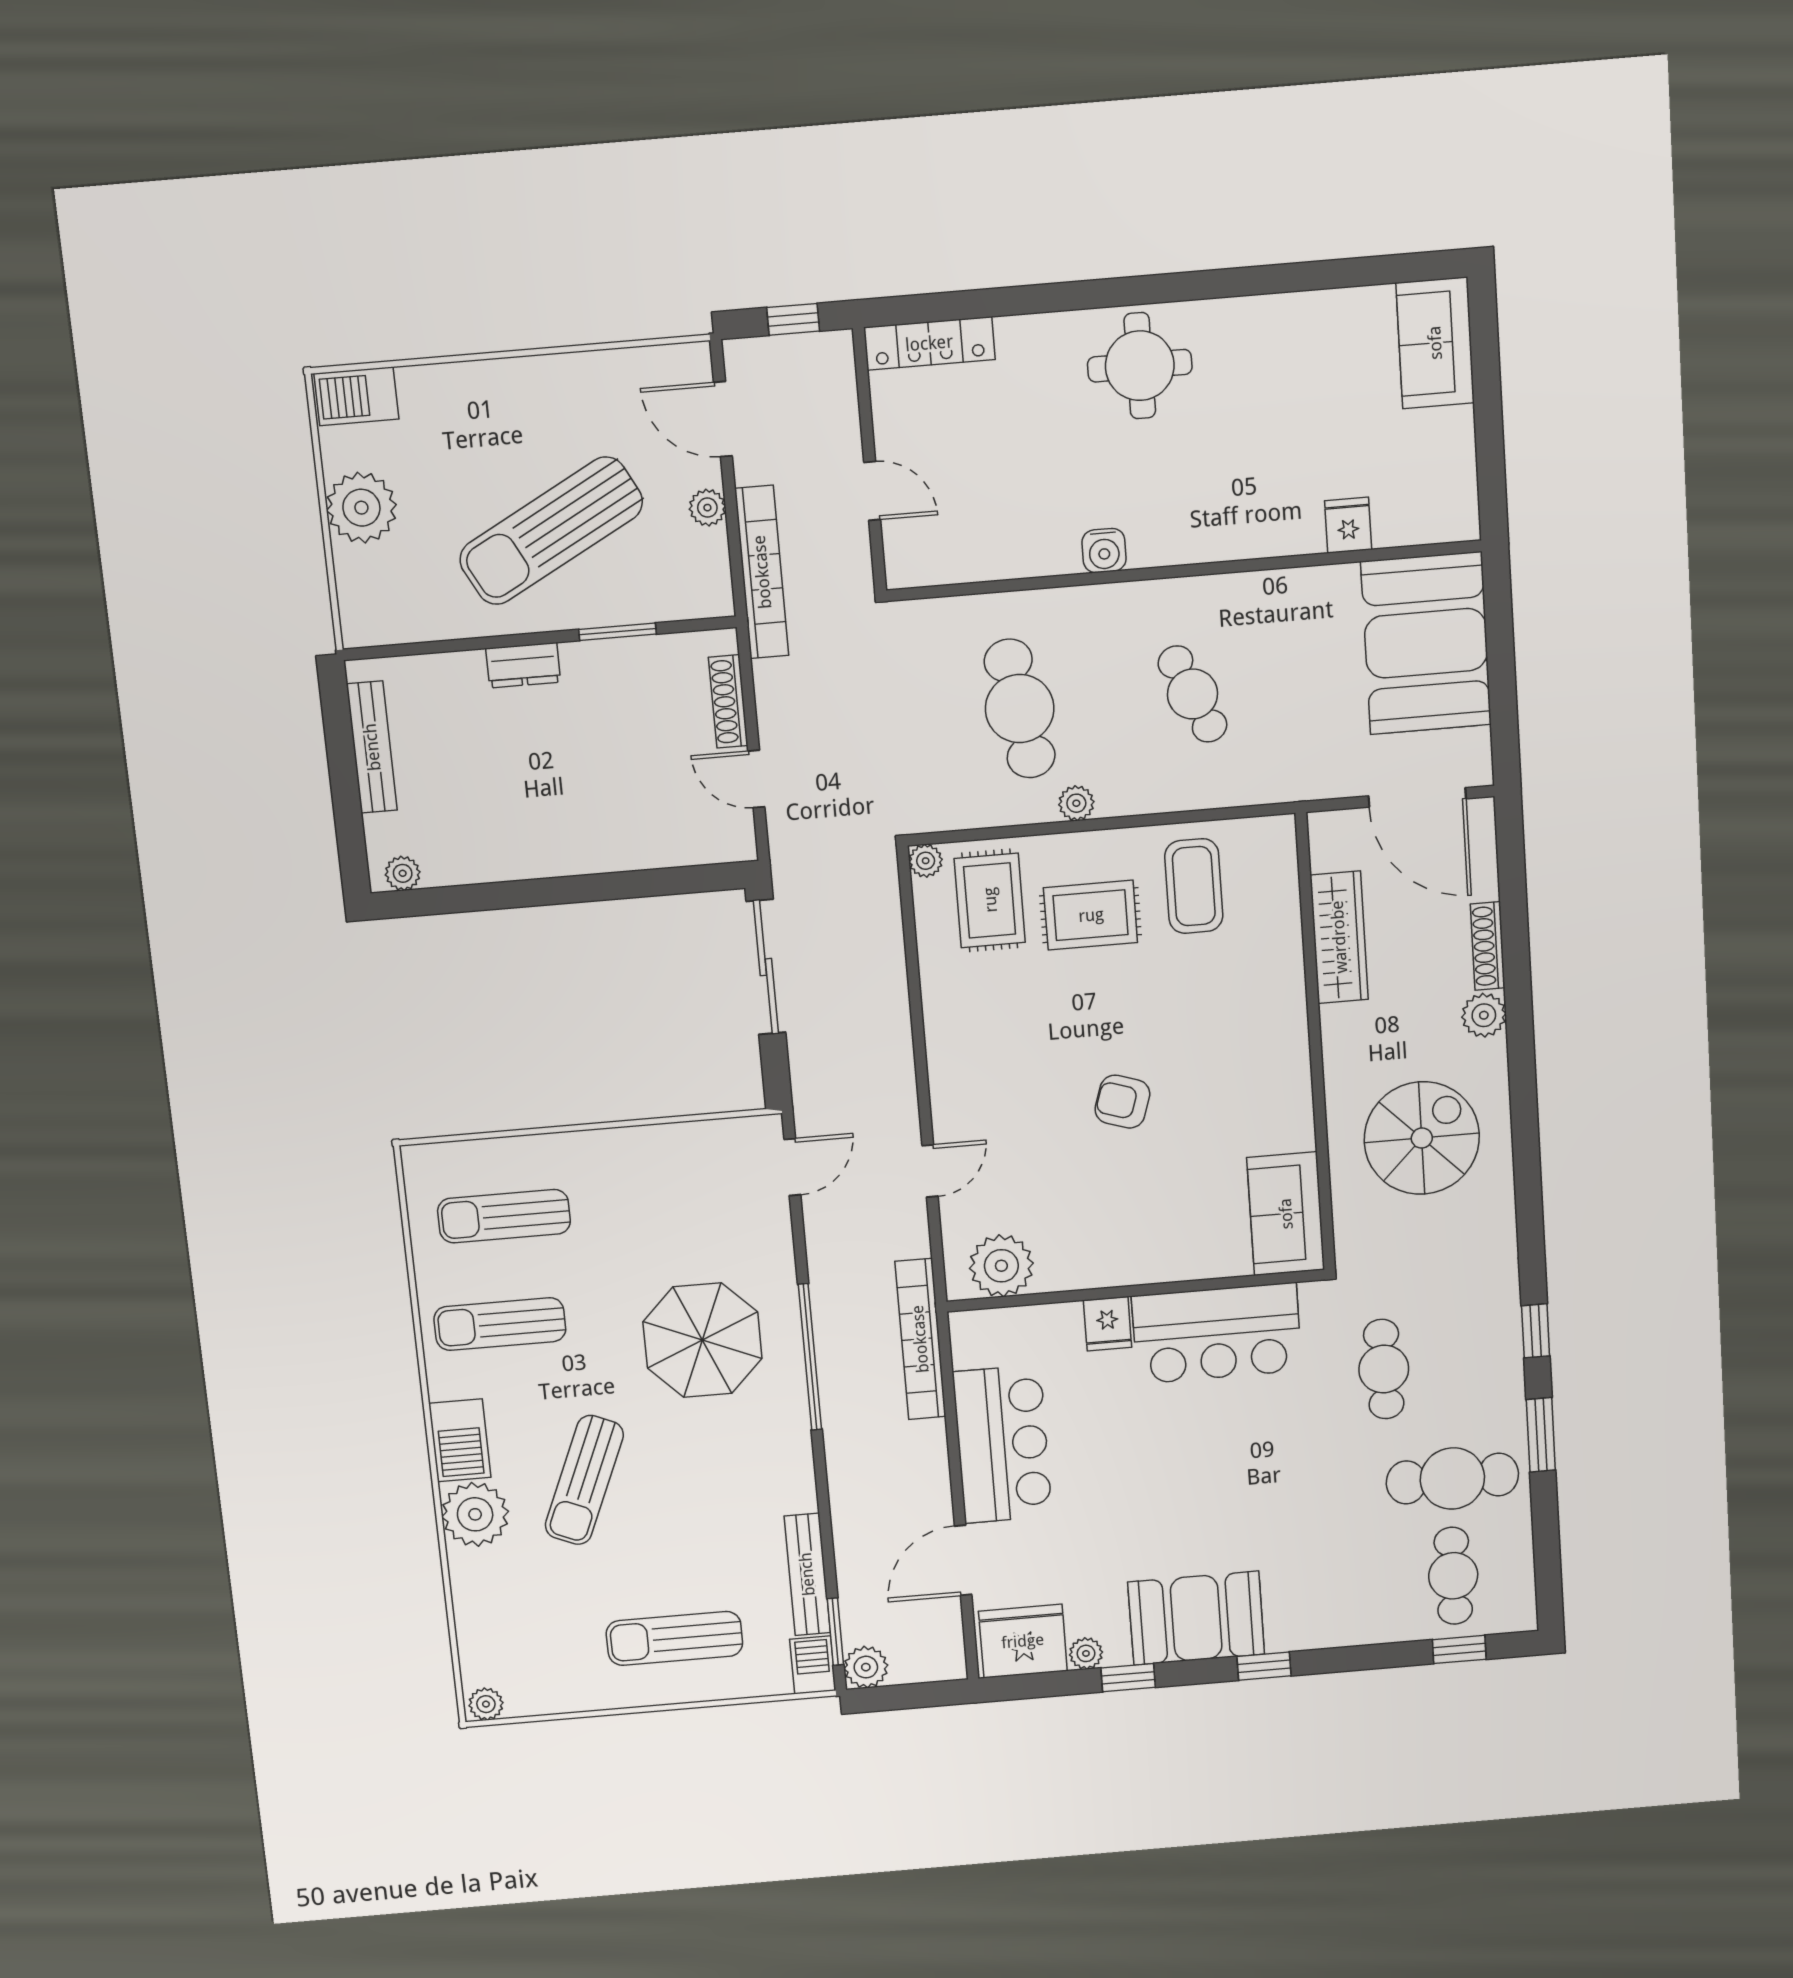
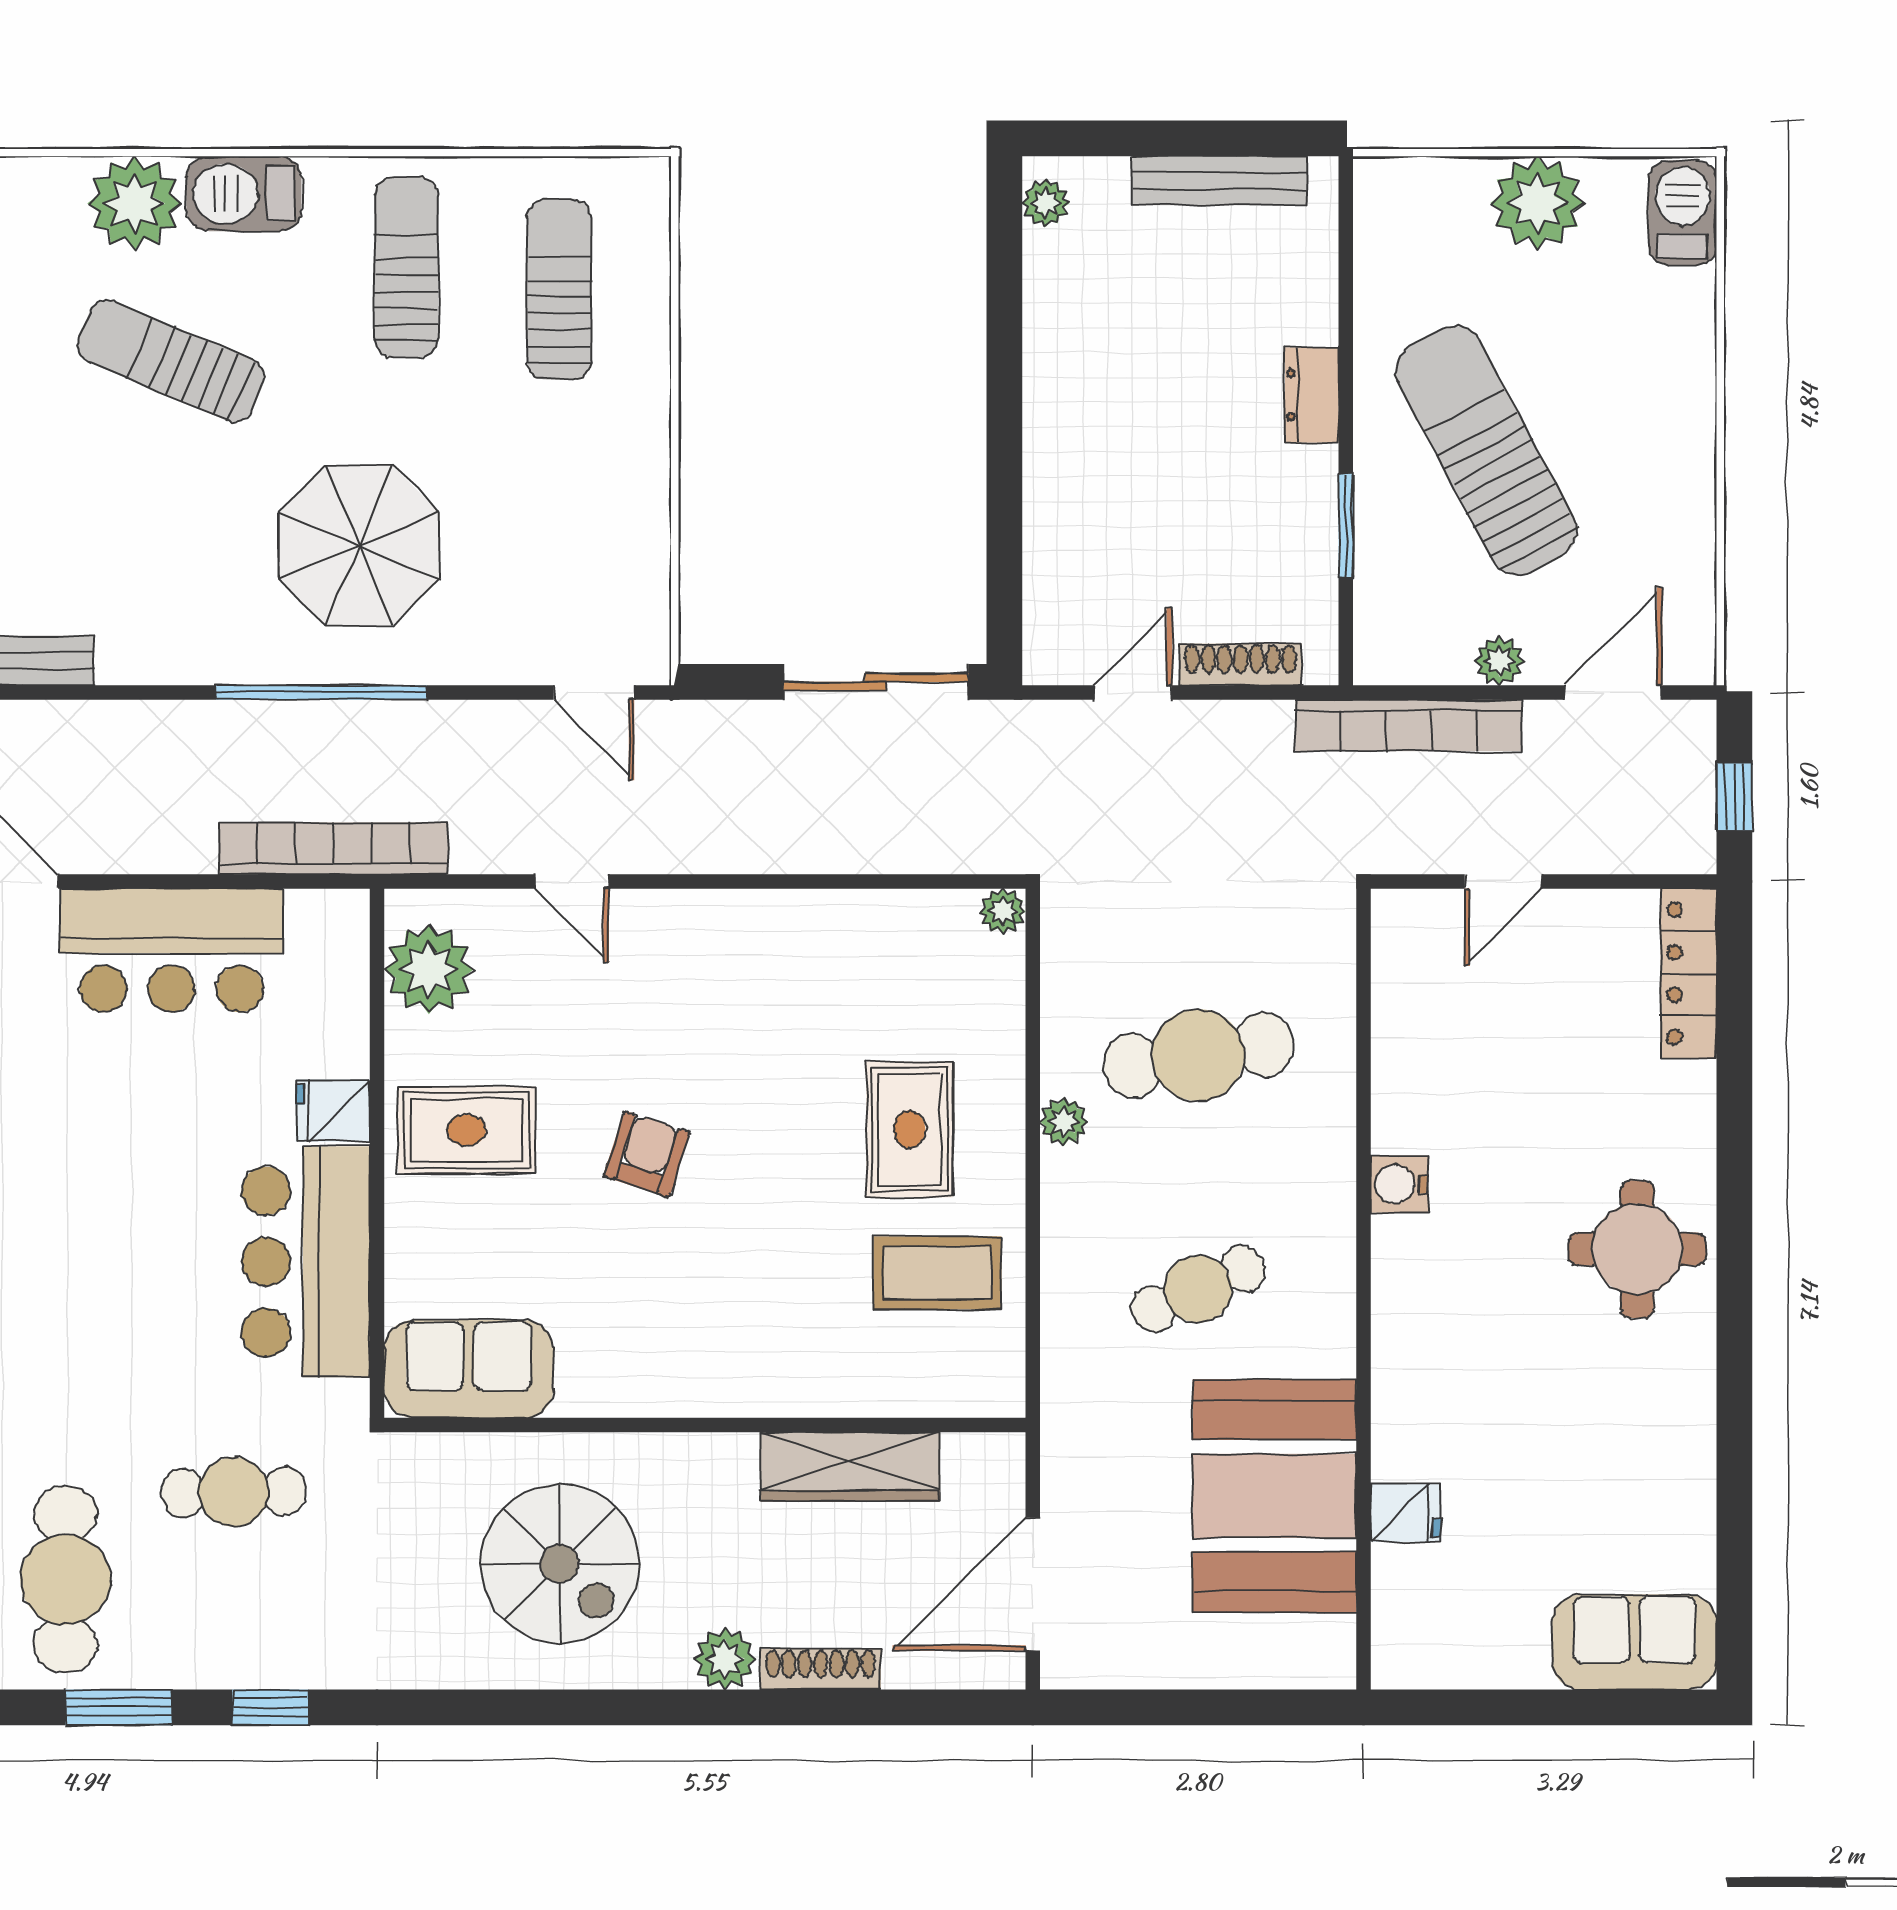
booth: (1426, 643) -> (1275, 1496), moved, turned 90
rug: (990, 900) -> (467, 1130), moved

